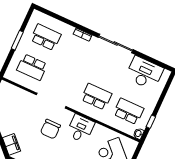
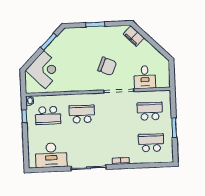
school desk: (46, 37) -> (151, 143), turned 180
school desk: (96, 97) -> (82, 114), turned 180
desk: (80, 128) -> (145, 77), moved
chair: (50, 129) -> (107, 66), turned 113

